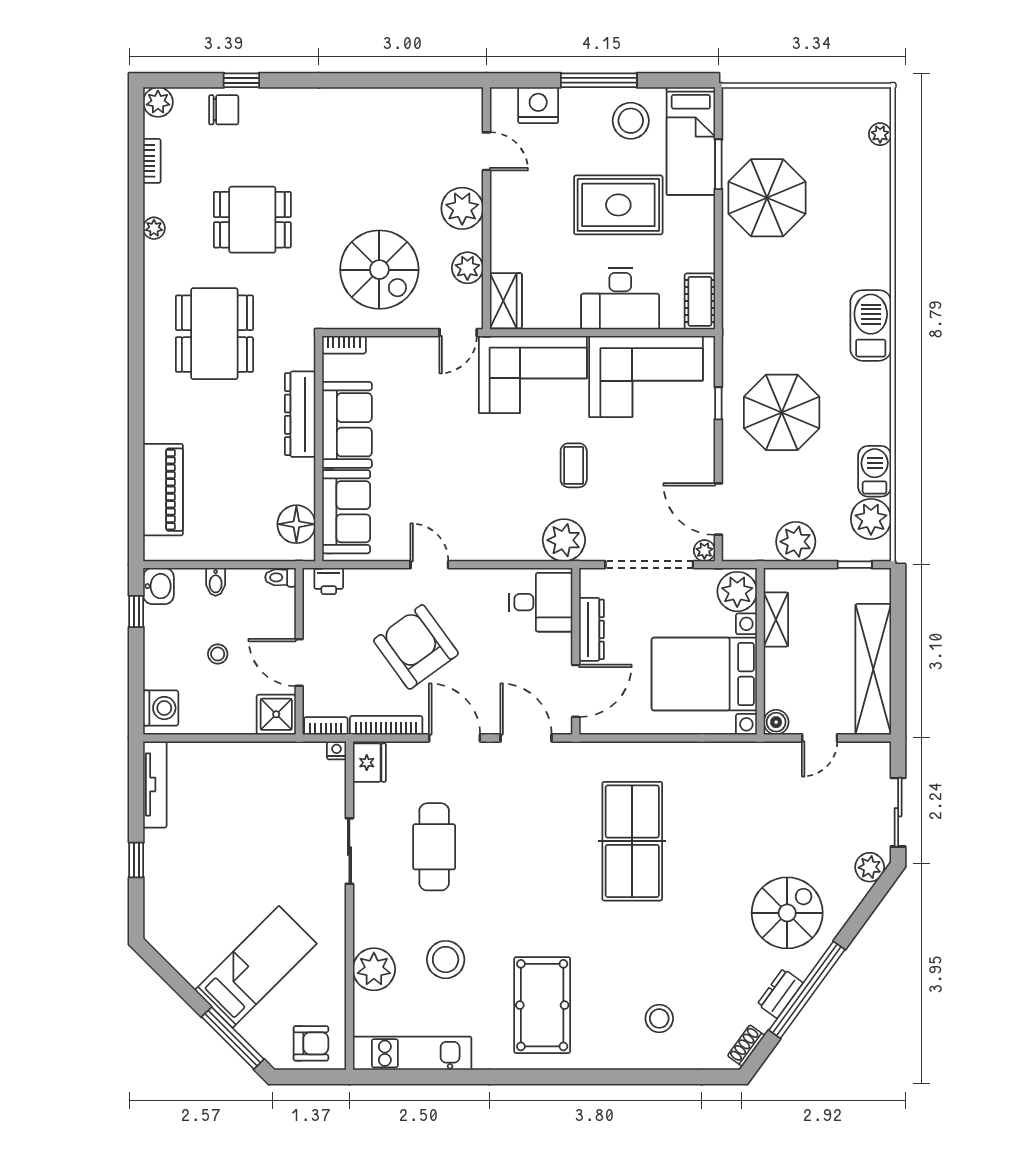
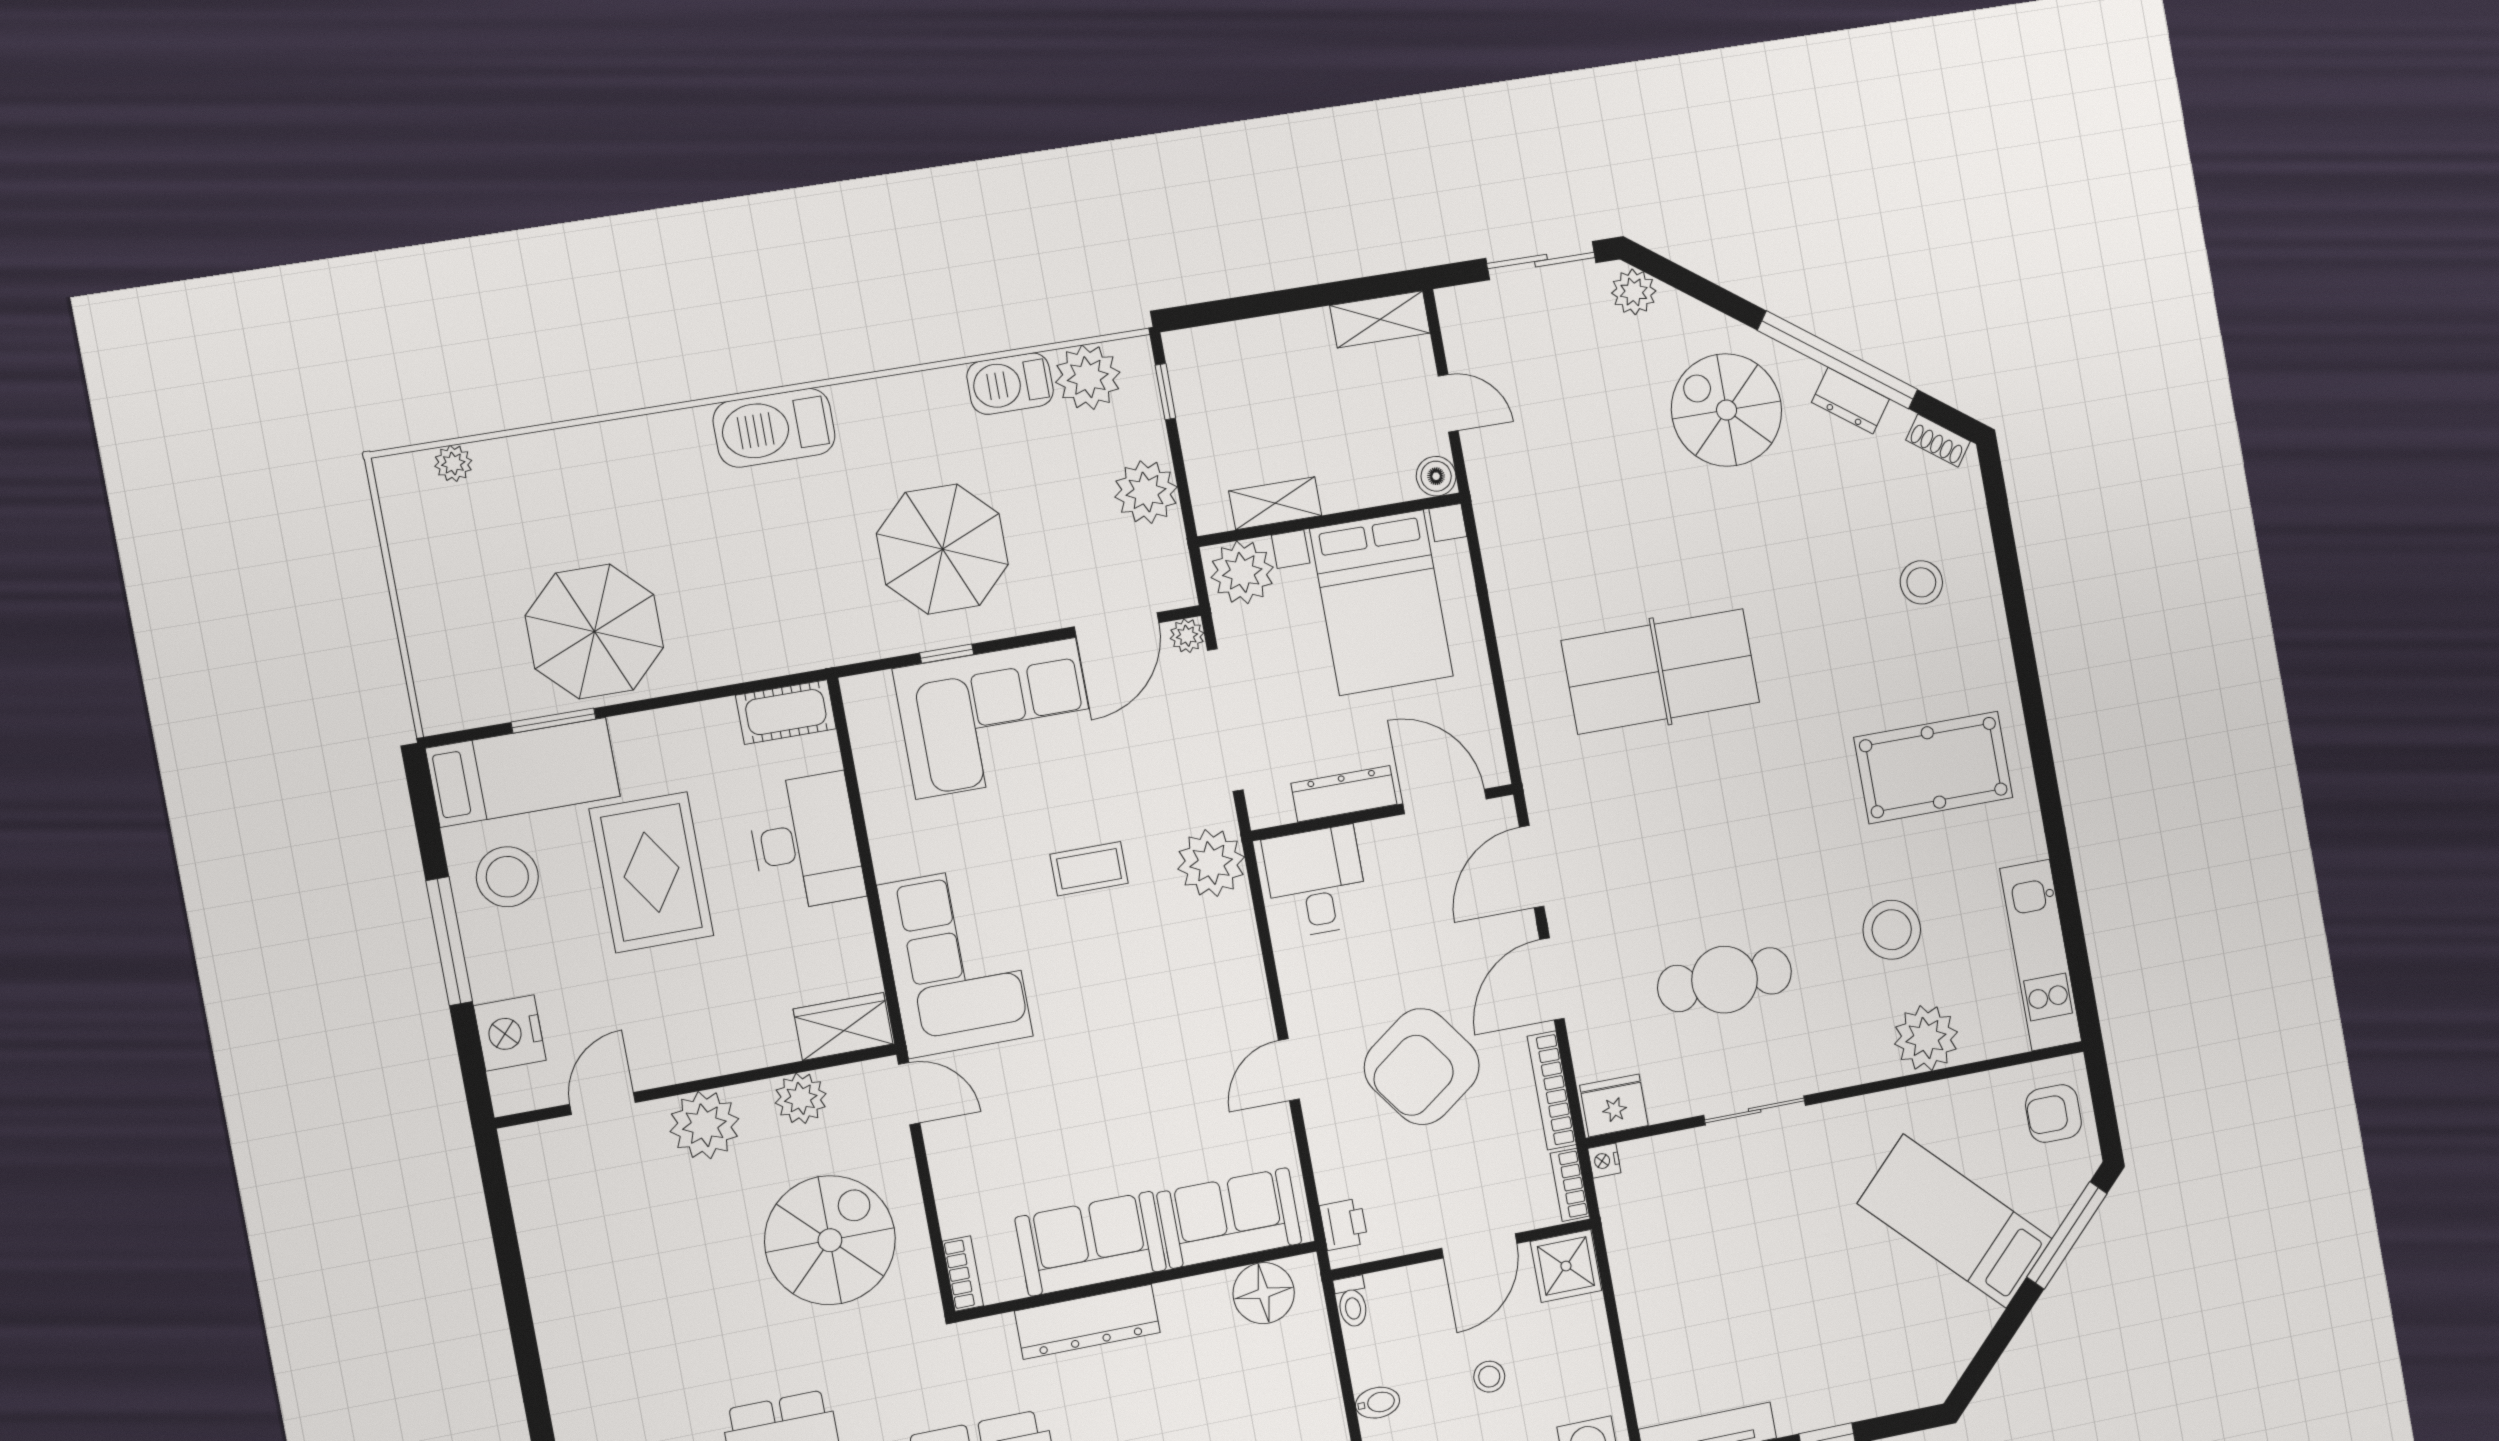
corner sofa: (646, 377) -> (996, 718), moved, turned 90
shelving: (873, 669) -> (1380, 319), width x0.45, depth x0.75
armchair: (311, 1043) -> (2053, 1114), turned -90

